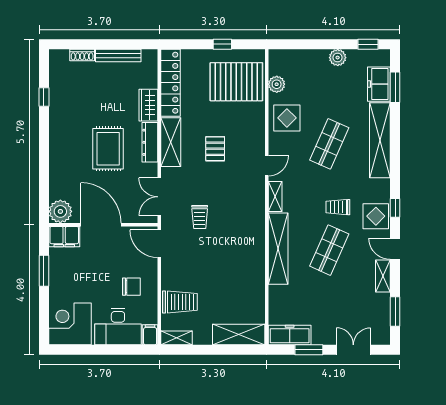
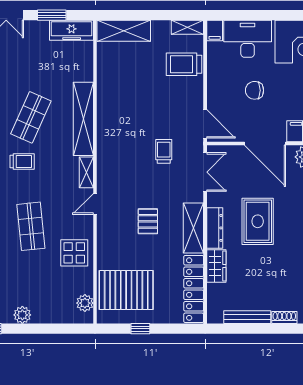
plant: (277, 84) -> (85, 303), moved
shop shelf: (329, 144) -> (31, 226), turned -30
chair: (131, 287) -> (255, 90), moved

